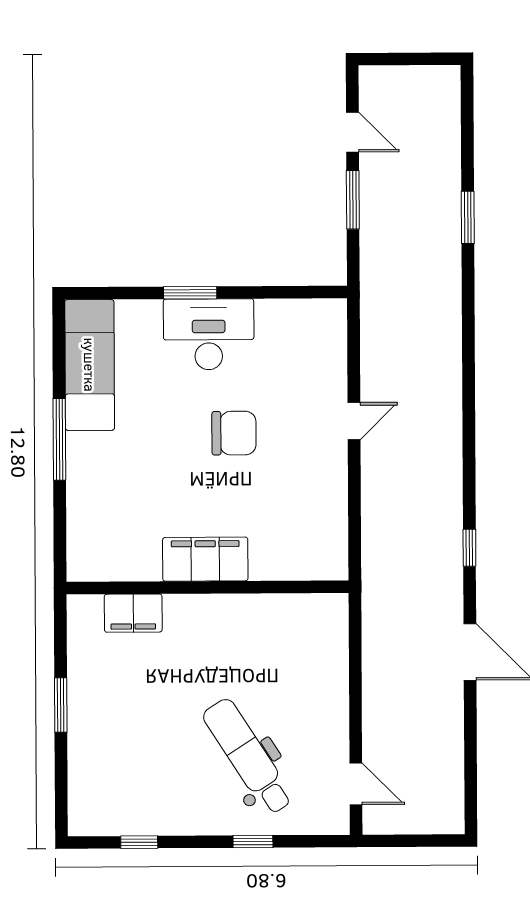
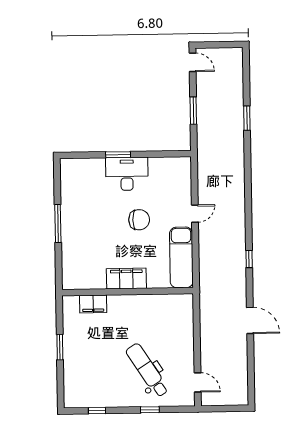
door: (352, 132) -> (193, 62), moved
exam couch: (90, 365) -> (181, 257), moved, turned 180
window: (469, 548) -> (249, 259), moved

